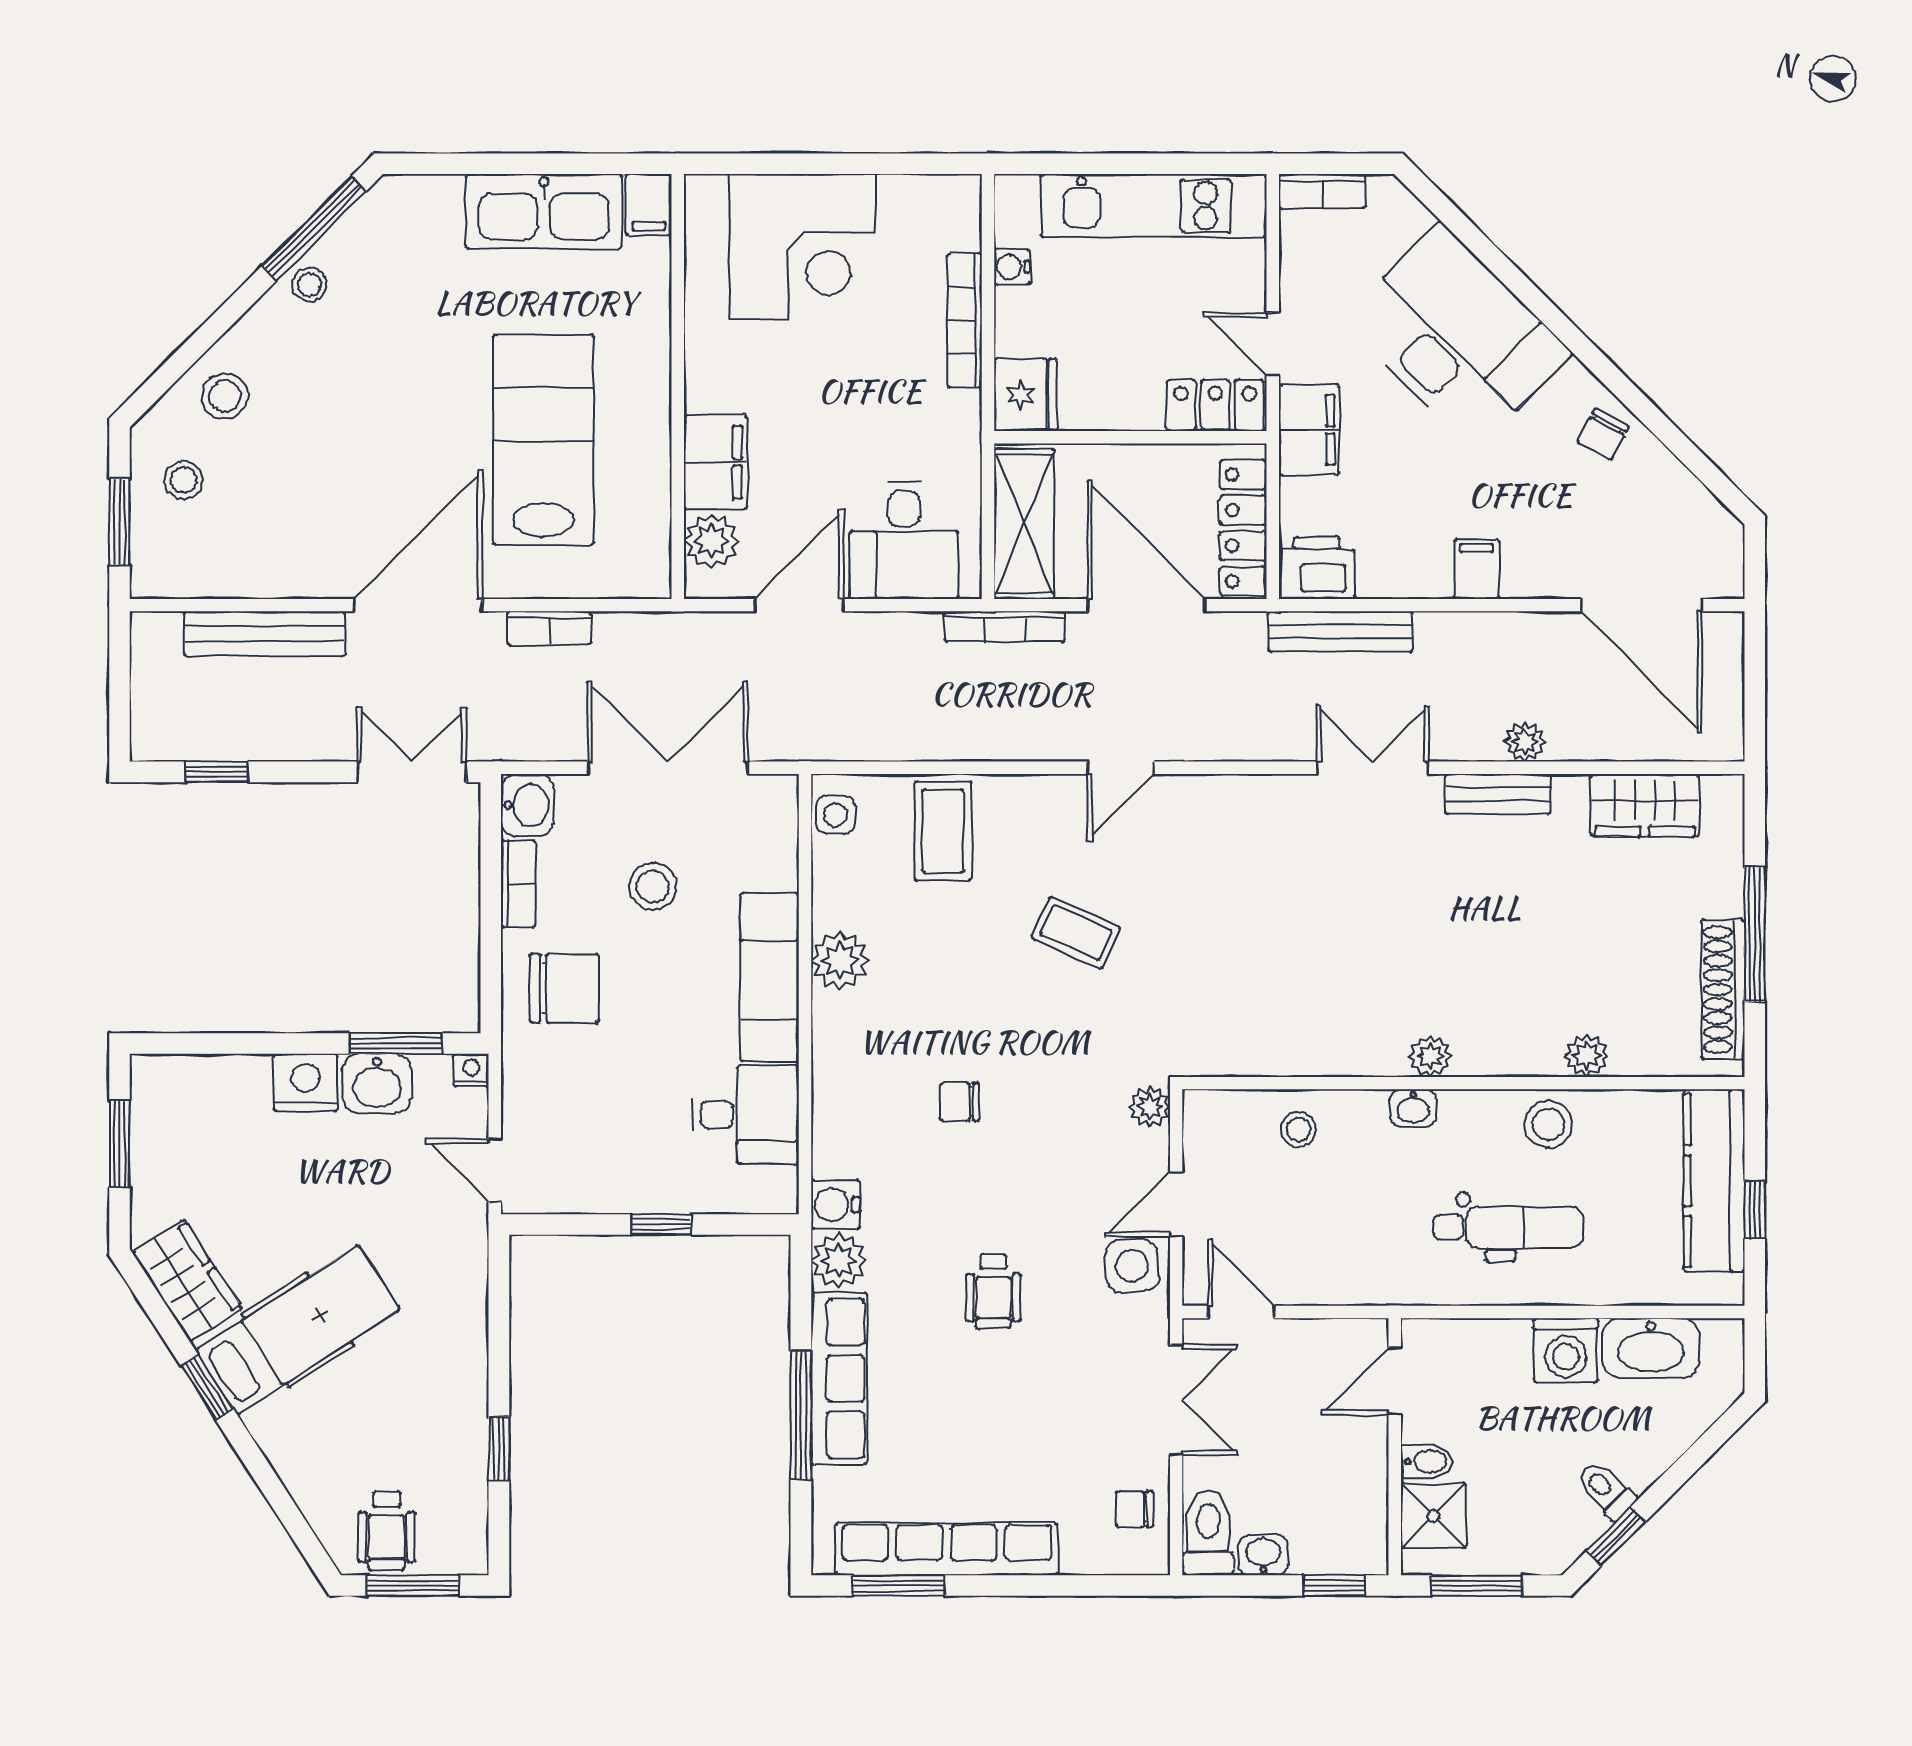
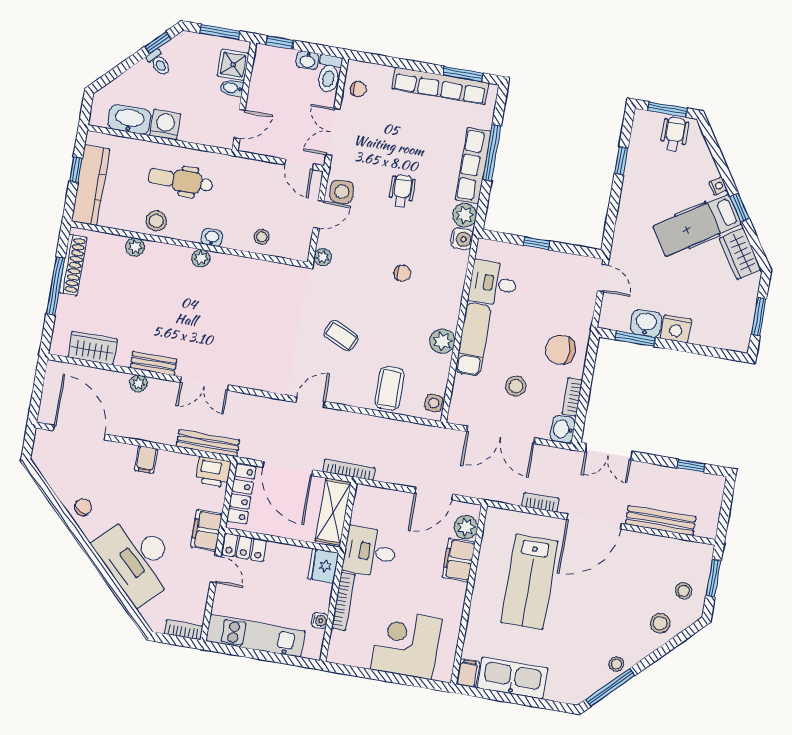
desk: (904, 540) -> (370, 552), moved, turned -90
nightstand: (471, 1070) -> (718, 186), moved, turned -123

